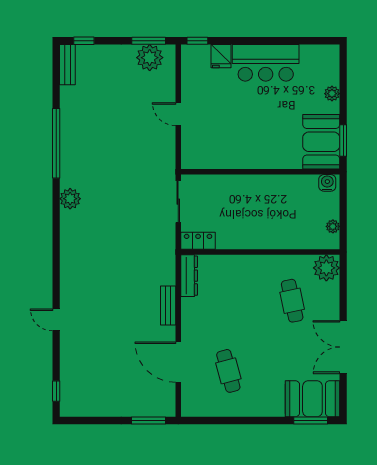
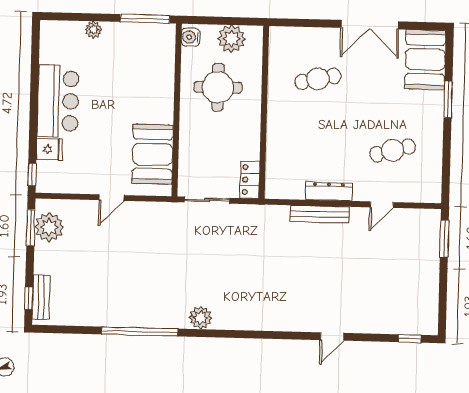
bench: (67, 65) -> (41, 297), moved, turned 90
window: (343, 141) -> (145, 19), width x1.44
booth: (321, 142) -> (153, 154), moved, turned 90
round table: (282, 209) -> (218, 87), added
plant: (333, 226) -> (232, 39), width x1.88, depth x1.88
plant: (326, 268) -> (283, 41), removed
dresser: (189, 276) -> (329, 191), moved
bench: (168, 305) -> (320, 214), width x1.36
door: (178, 362) -> (382, 205), width x0.53
window: (311, 421) -> (448, 99), moved

